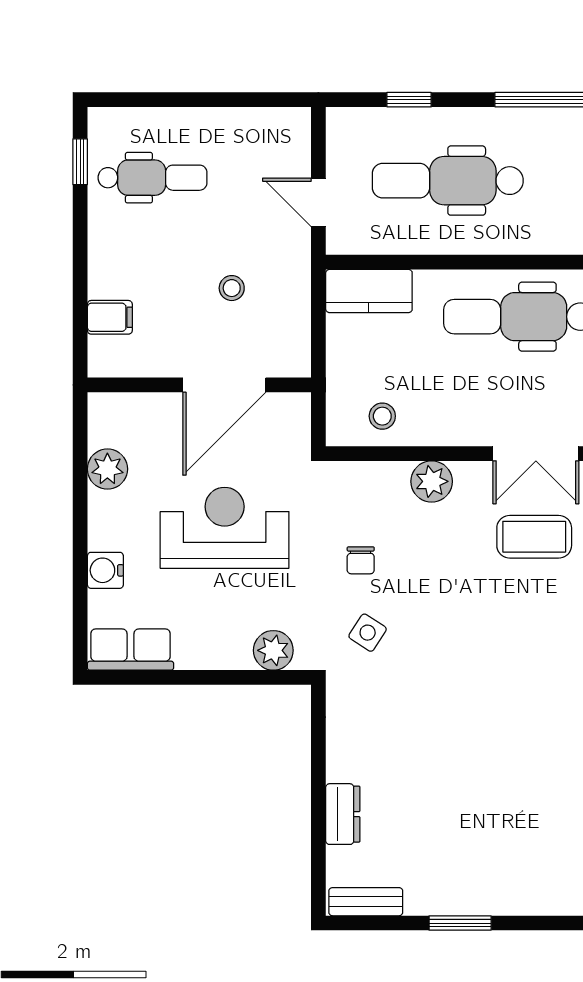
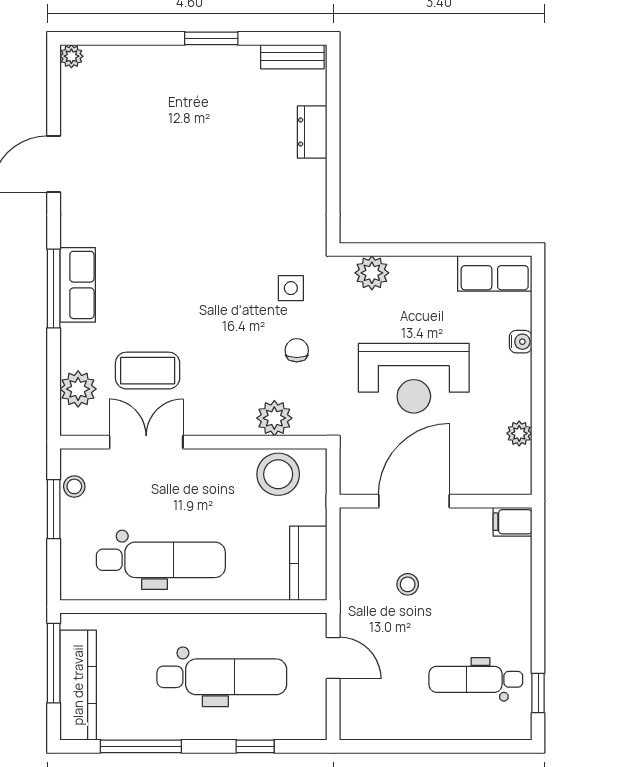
kitchen counter: (369, 291) -> (308, 563), moved, turned -90
filing cabinet: (110, 317) -> (512, 522), moved
stool: (382, 416) -> (278, 474), width x1.89, depth x1.89
plant: (107, 469) -> (519, 433), width x0.73, depth x0.73
plant: (432, 481) -> (274, 418), moved
water cooler: (105, 570) -> (521, 342), width x0.72, depth x0.72
side table: (368, 633) -> (291, 288), turned -33

